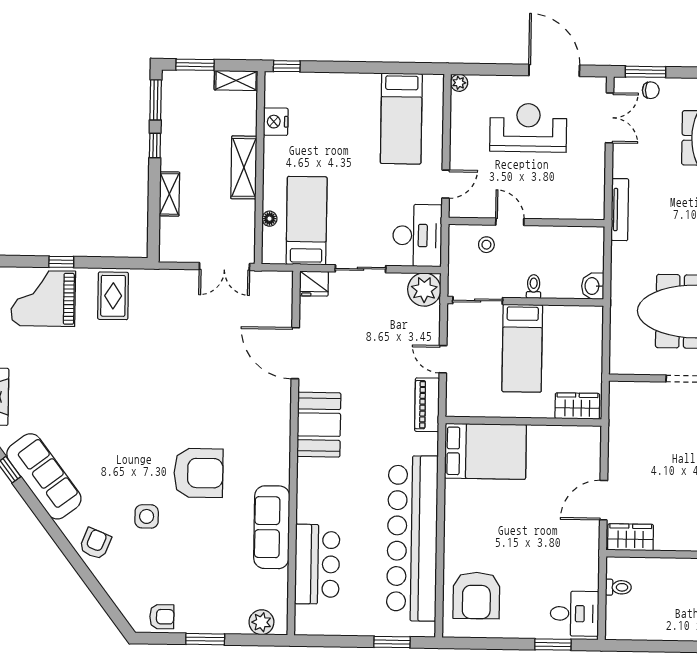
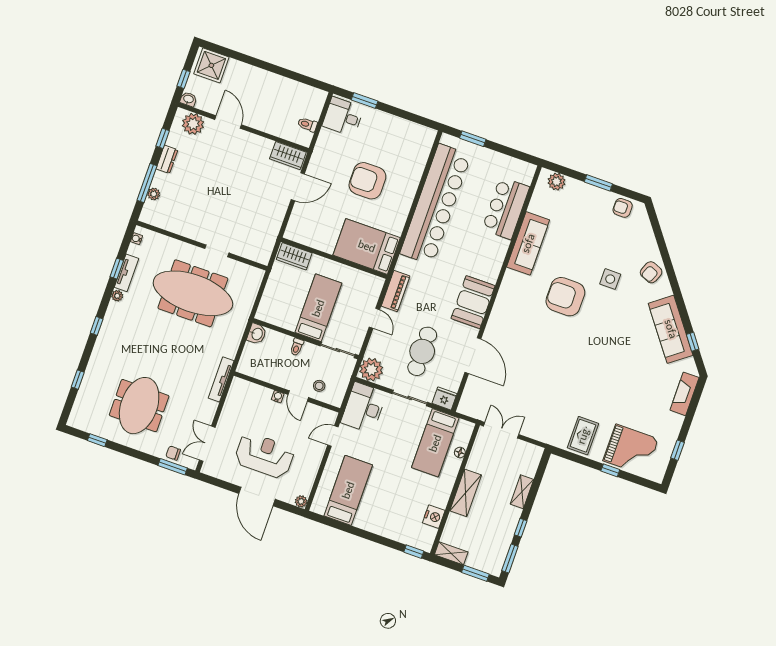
door: (554, 70) -> (257, 496), moved
reception desk: (528, 128) -> (264, 455), turned 180
water cooler: (537, 212) -> (278, 397), added
cafe table: (365, 336) -> (422, 351), added
armchair: (476, 596) -> (367, 181), moved, turned -90

